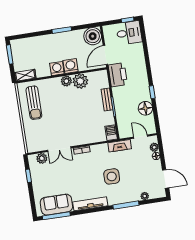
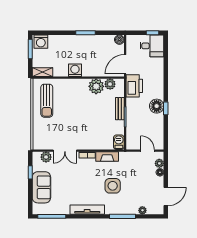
boiler: (93, 36) -> (119, 40), width x0.54, depth x0.54
washing machine: (71, 66) -> (41, 42), moved, turned 180
plant: (66, 81) -> (110, 84), moved
floor lamp: (145, 108) -> (157, 106), moved
fireplace: (120, 146) -> (107, 157), moved
door: (166, 179) -> (166, 197), hinge flipped
sofa: (56, 205) -> (41, 187), moved, turned 90

